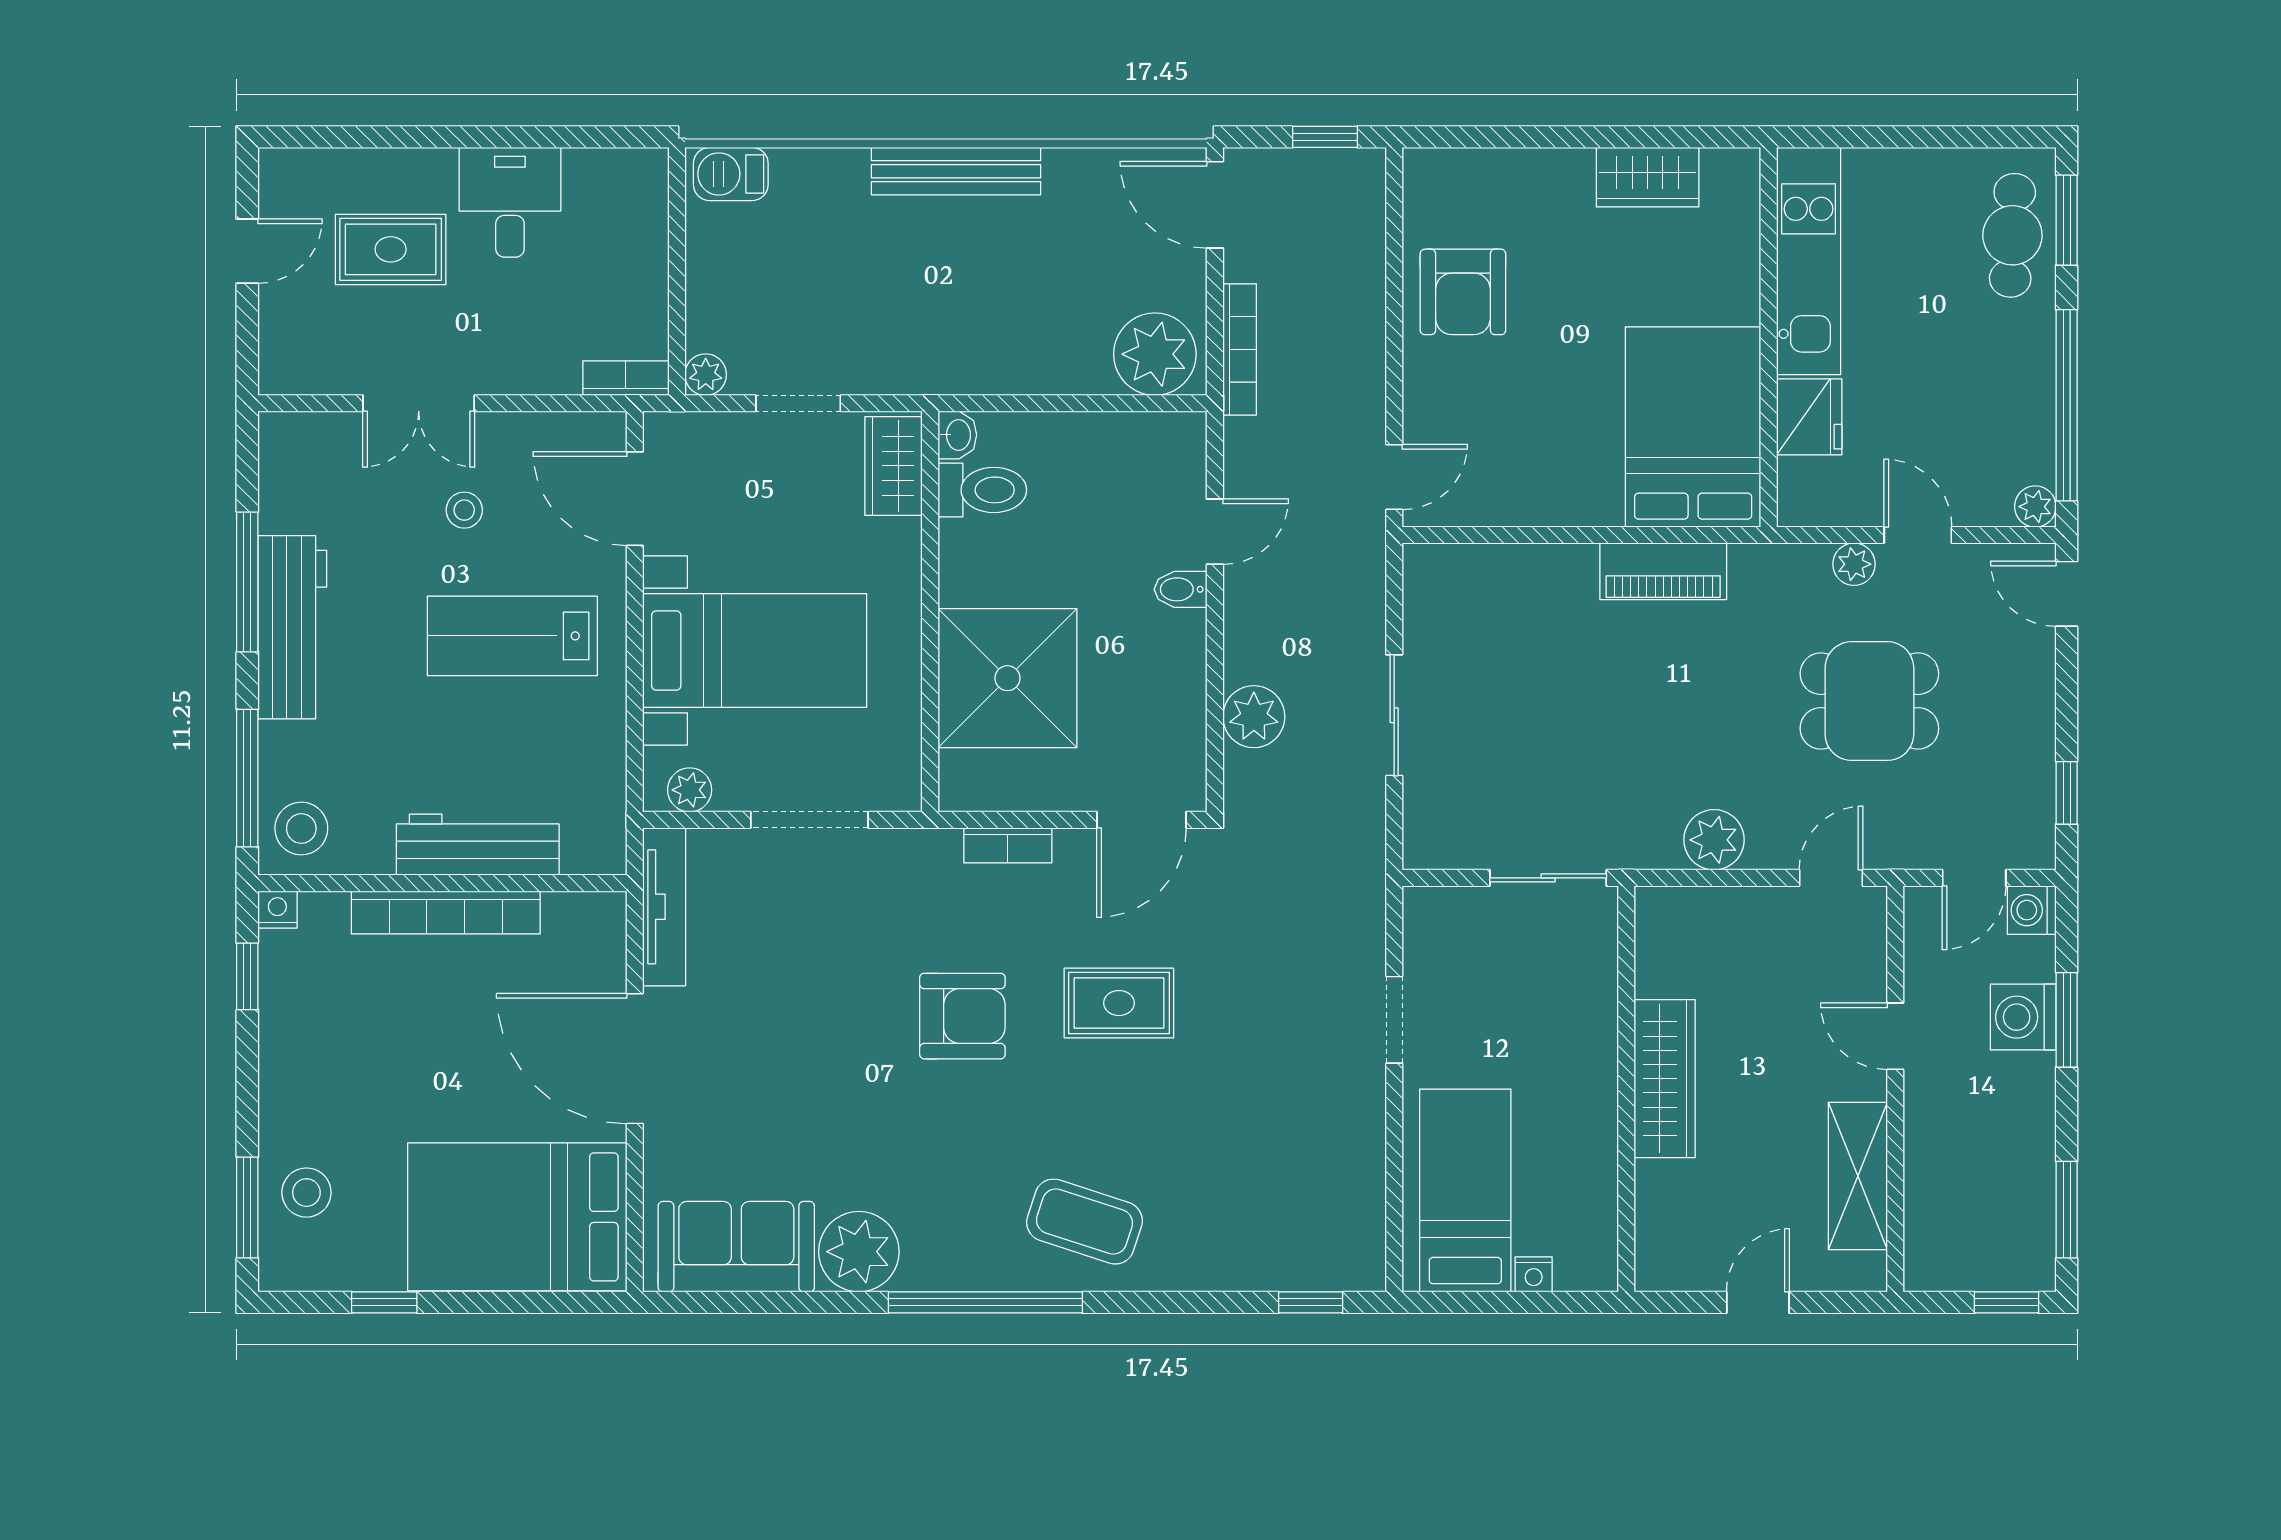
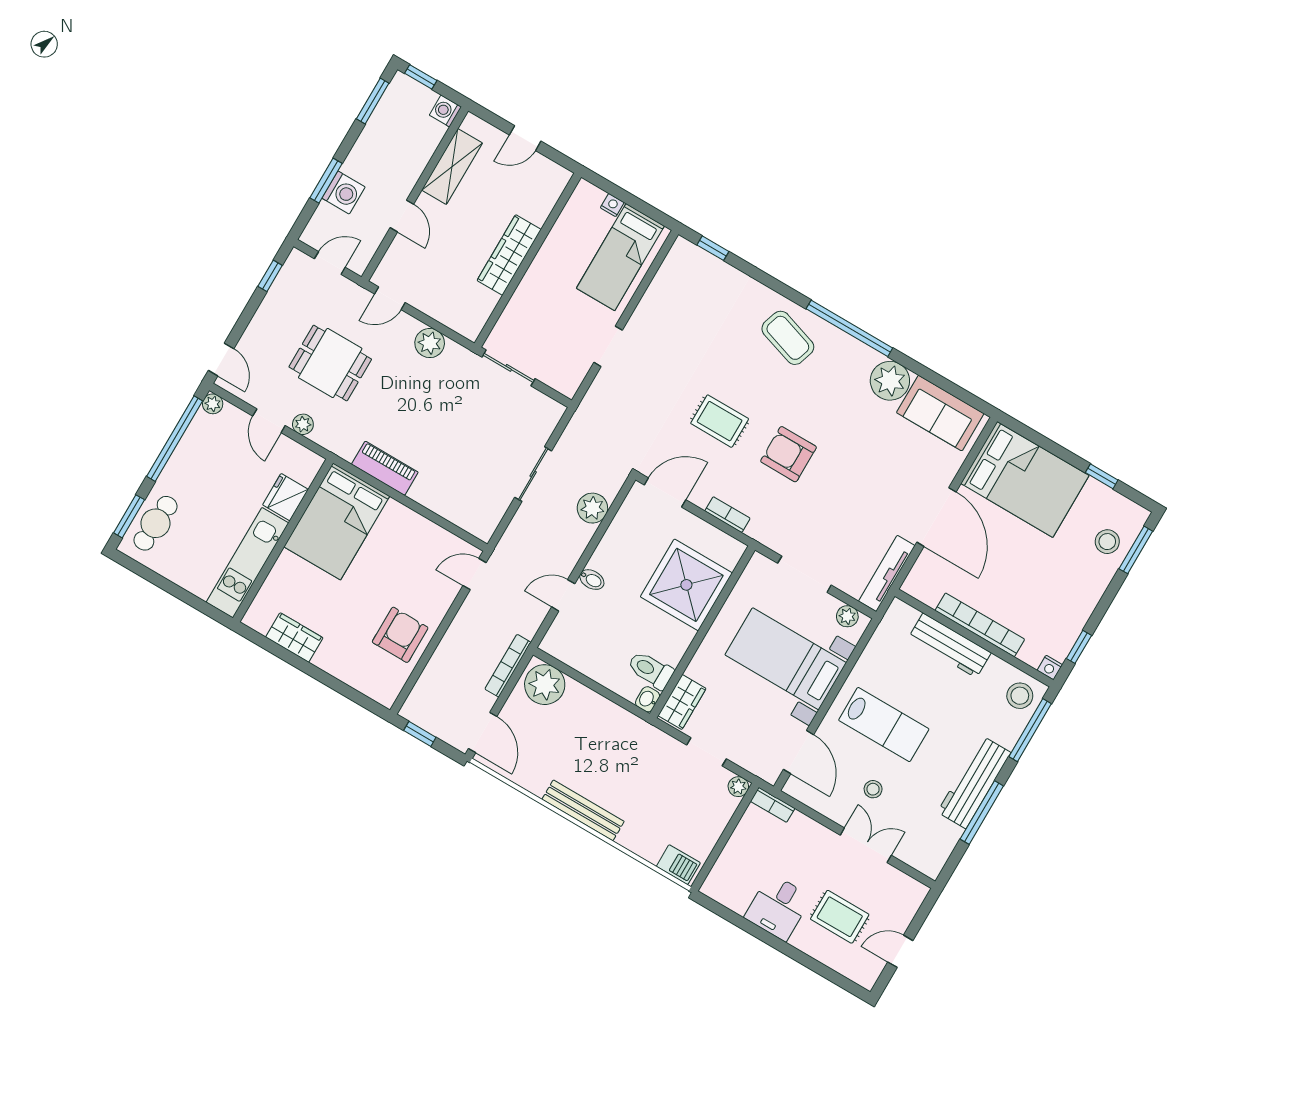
washing machine: (2032, 910) -> (445, 111), moved, turned 180

